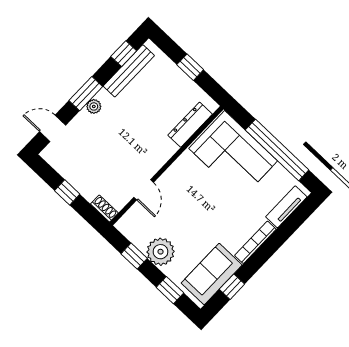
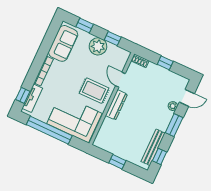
plant: (94, 106) -> (173, 106), moved
dresser: (190, 125) -> (116, 105), moved
rug: (189, 187) -> (94, 91), added
window: (232, 287) -> (23, 95), moved

